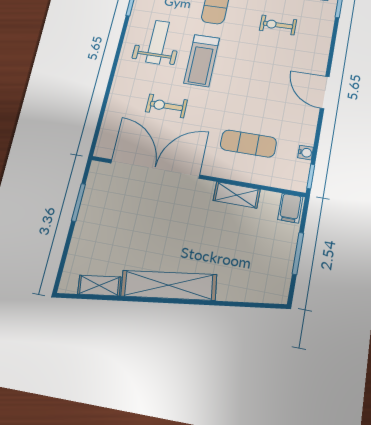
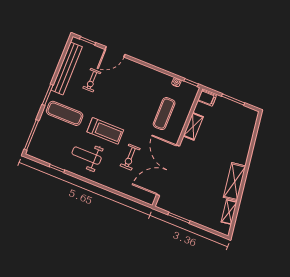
door: (325, 92) -> (115, 52), moved
shelving: (169, 285) -> (235, 182), width x0.68

